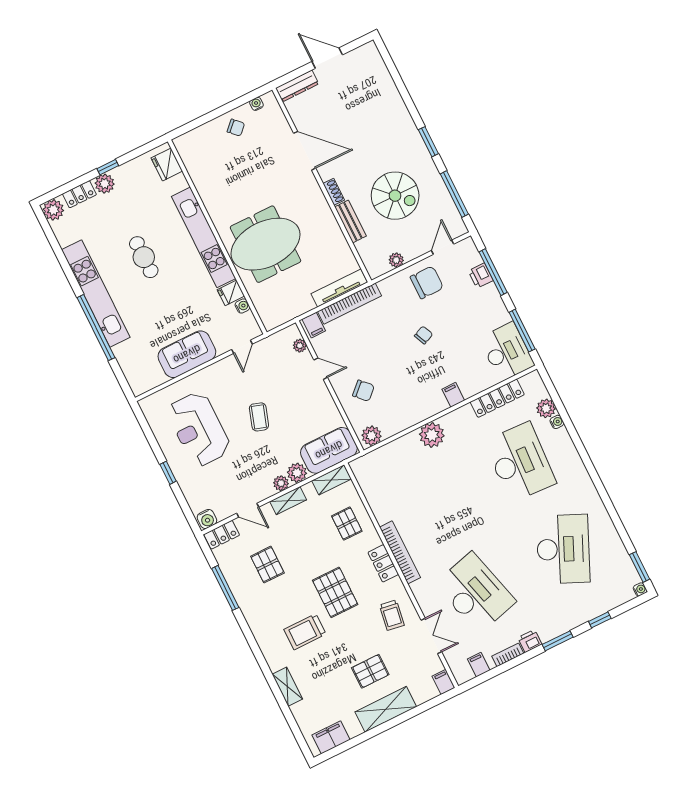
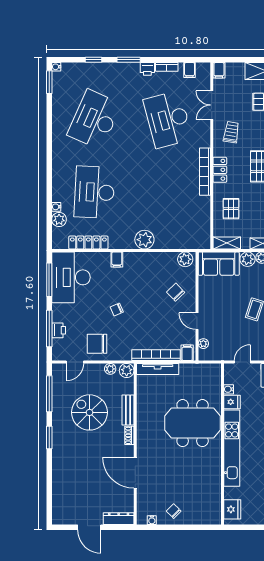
plant: (375, 268) -> (127, 371), added
desk: (507, 352) -> (71, 277), width x1.36, depth x1.30

